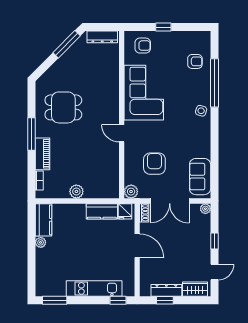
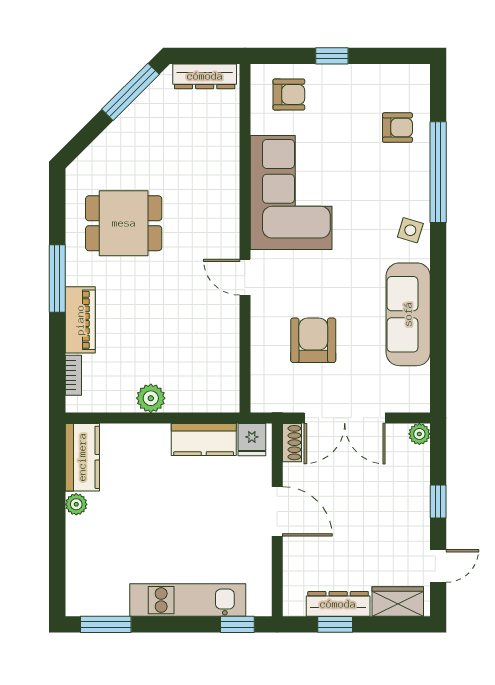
sofa: (200, 177) -> (408, 314), moved, width x1.36
plant: (131, 192) -> (265, 398), removed

